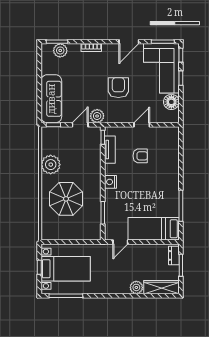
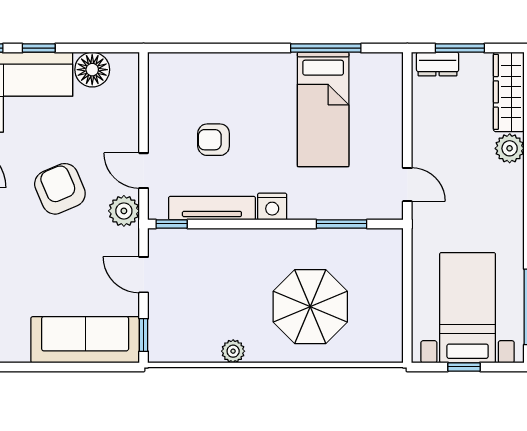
armchair: (118, 88) -> (60, 189), turned 67
plant: (97, 116) -> (124, 211), moved
door: (142, 125) -> (144, 171), moved
tv unit: (110, 150) -> (212, 208), width x1.41
armchair: (140, 156) -> (214, 140), turned -90
plant: (51, 165) -> (233, 351), width x0.53, depth x0.53
bed: (154, 229) -> (323, 109), moved

